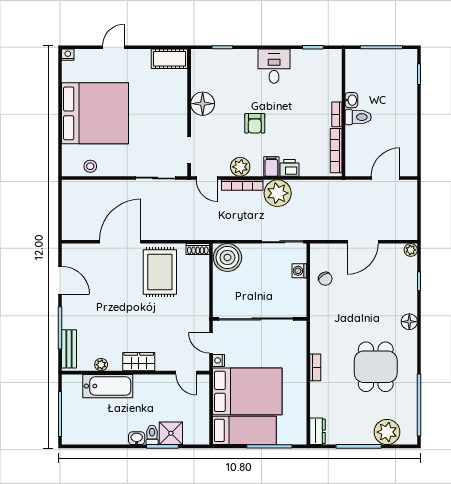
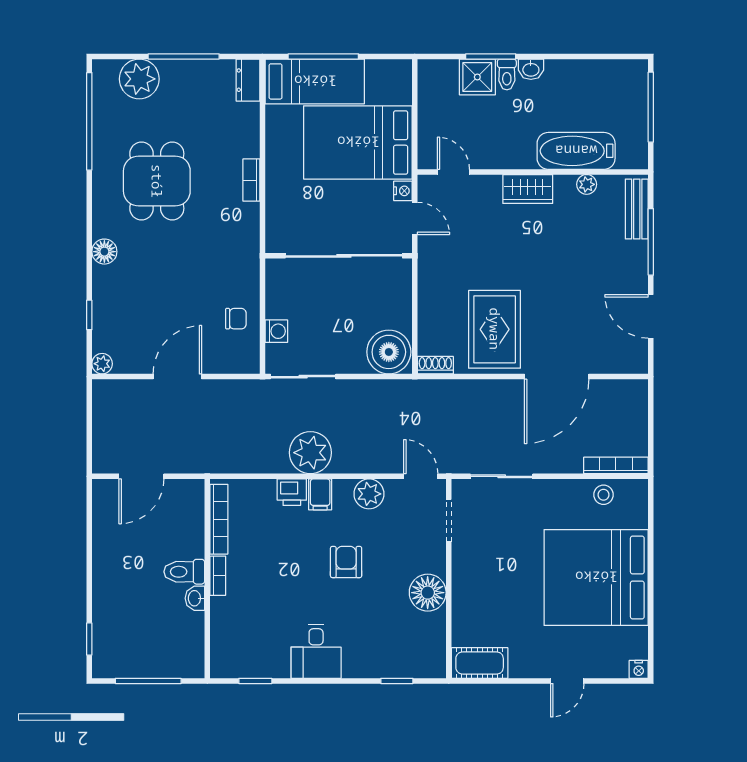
bookcase: (242, 185) -> (616, 465), moved
chair: (325, 279) -> (236, 319), turned 123
bed: (244, 430) -> (315, 81), moved, turned 180

